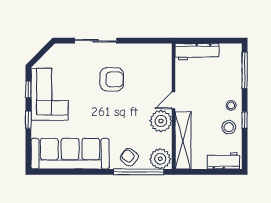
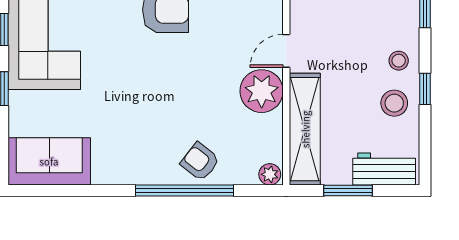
sofa: (70, 154) -> (49, 161), width x0.54, depth x0.79
plant: (160, 159) -> (270, 174), width x0.53, depth x0.53
window: (138, 172) -> (184, 191), moved
window: (205, 172) -> (348, 191), added

